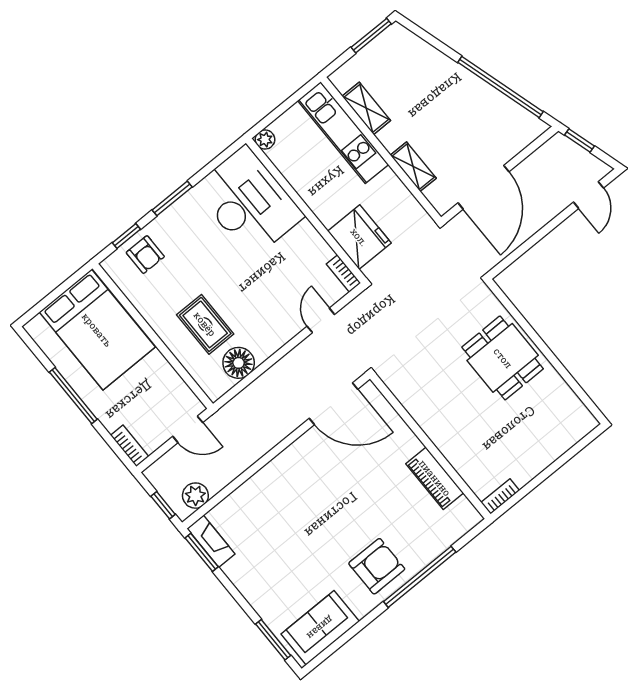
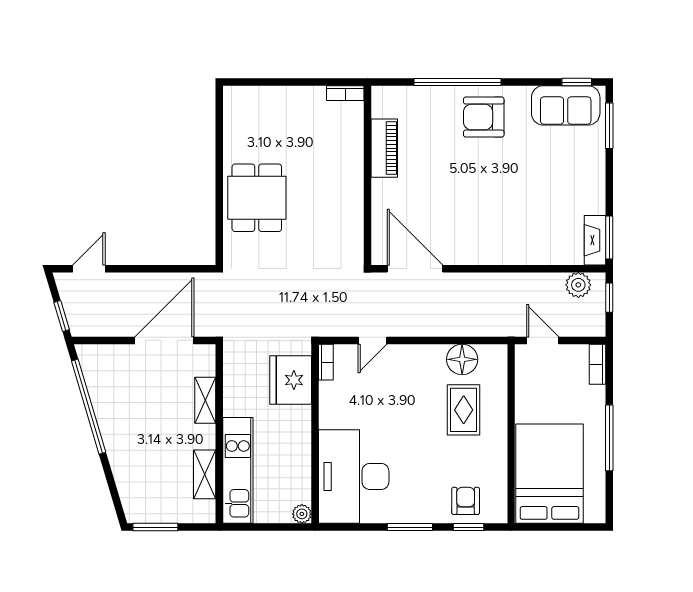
window: (326, 653) -> (577, 82), added

